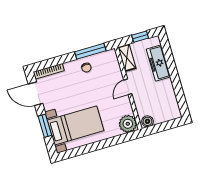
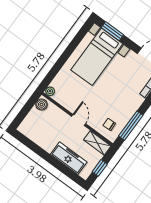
chair: (86, 68) -> (109, 124), moved
plant: (128, 124) -> (50, 91), width x0.53, depth x0.53
window: (45, 126) -> (112, 31), moved

